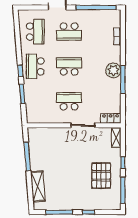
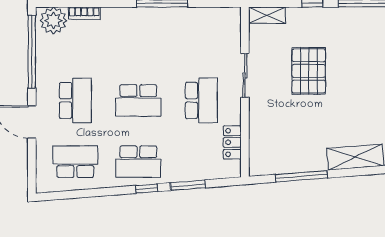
school desk: (69, 66) -> (138, 100), turned -90
plant: (113, 70) -> (53, 21), moved
school desk: (69, 101) -> (201, 100), turned 180
locker: (111, 118) -> (232, 142), moved
pallet: (101, 176) -> (309, 71), moved, turned 90

